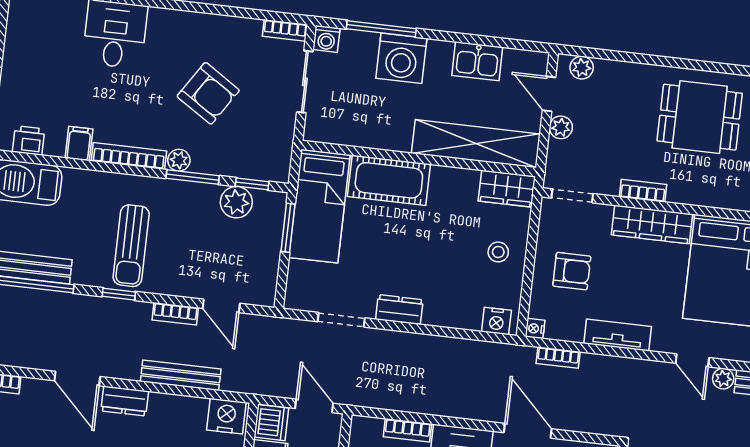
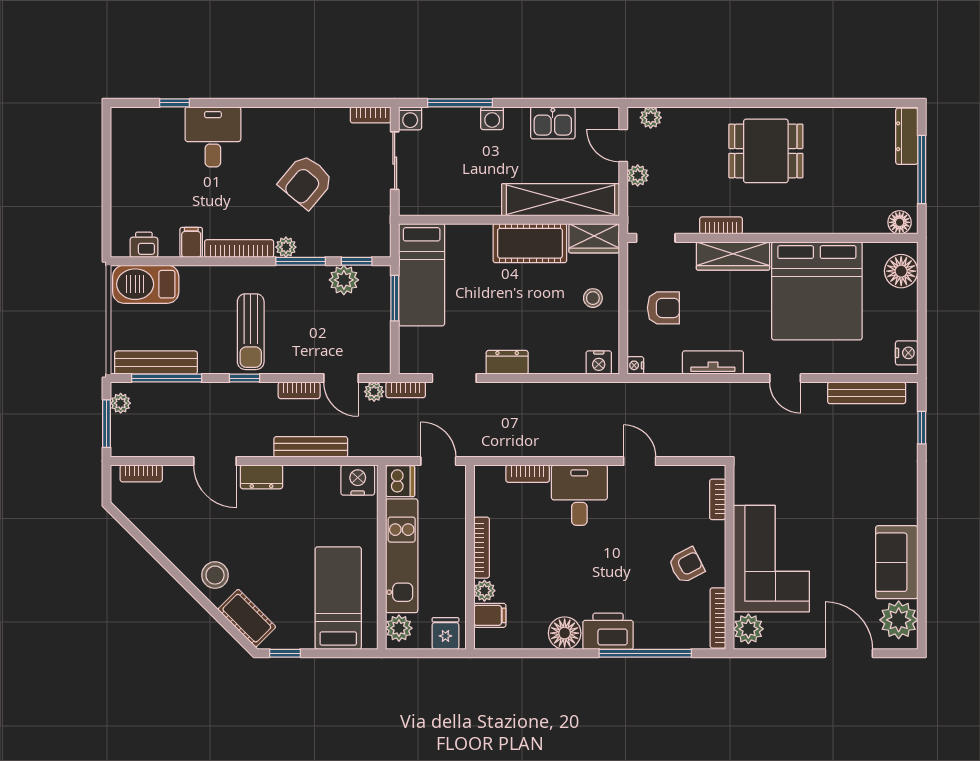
washing machine: (401, 58) -> (492, 118), width x0.53, depth x0.53
armchair: (208, 93) -> (306, 182), turned 97
cot: (389, 180) -> (530, 243), moved
bookcase: (558, 358) -> (406, 390), moved
plant: (723, 379) -> (374, 392), moved
door: (528, 431) -> (640, 461), width x0.73

